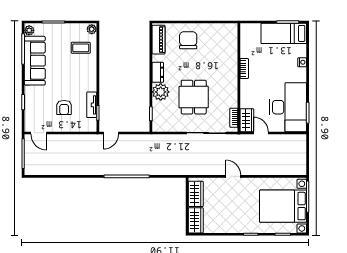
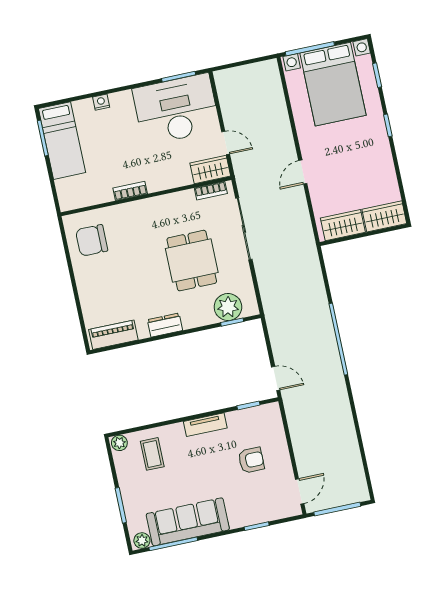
chair: (188, 40) -> (92, 240), moved
plant: (161, 92) -> (228, 307), moved
dining table: (194, 97) -> (192, 261), turned 90
tv unit: (92, 105) -> (205, 425), moved
door: (261, 133) -> (226, 143), swing flipped

